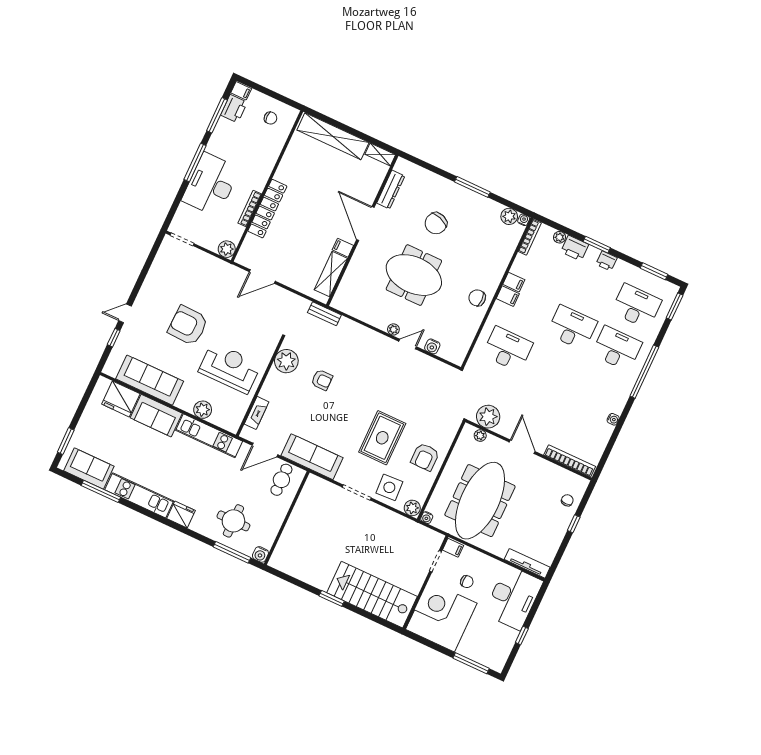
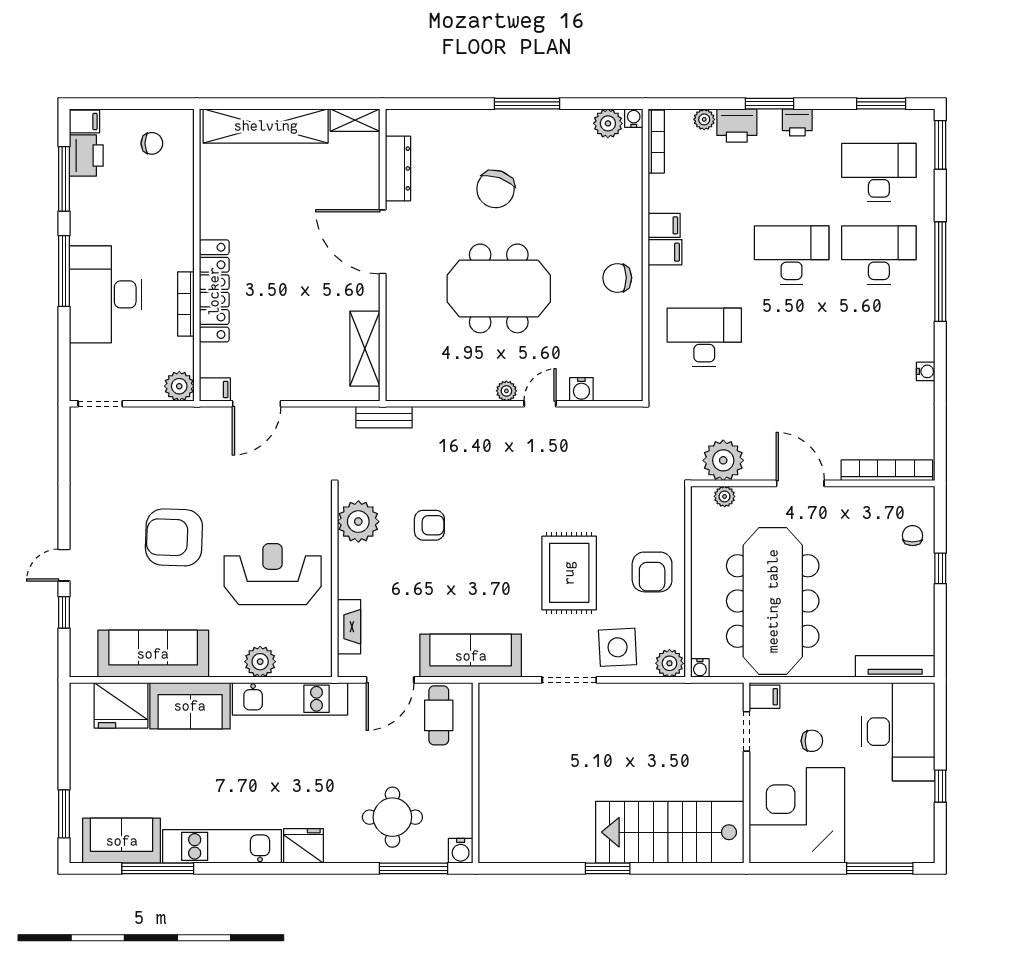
filing cabinet: (343, 248) -> (215, 389), moved, turned 180

